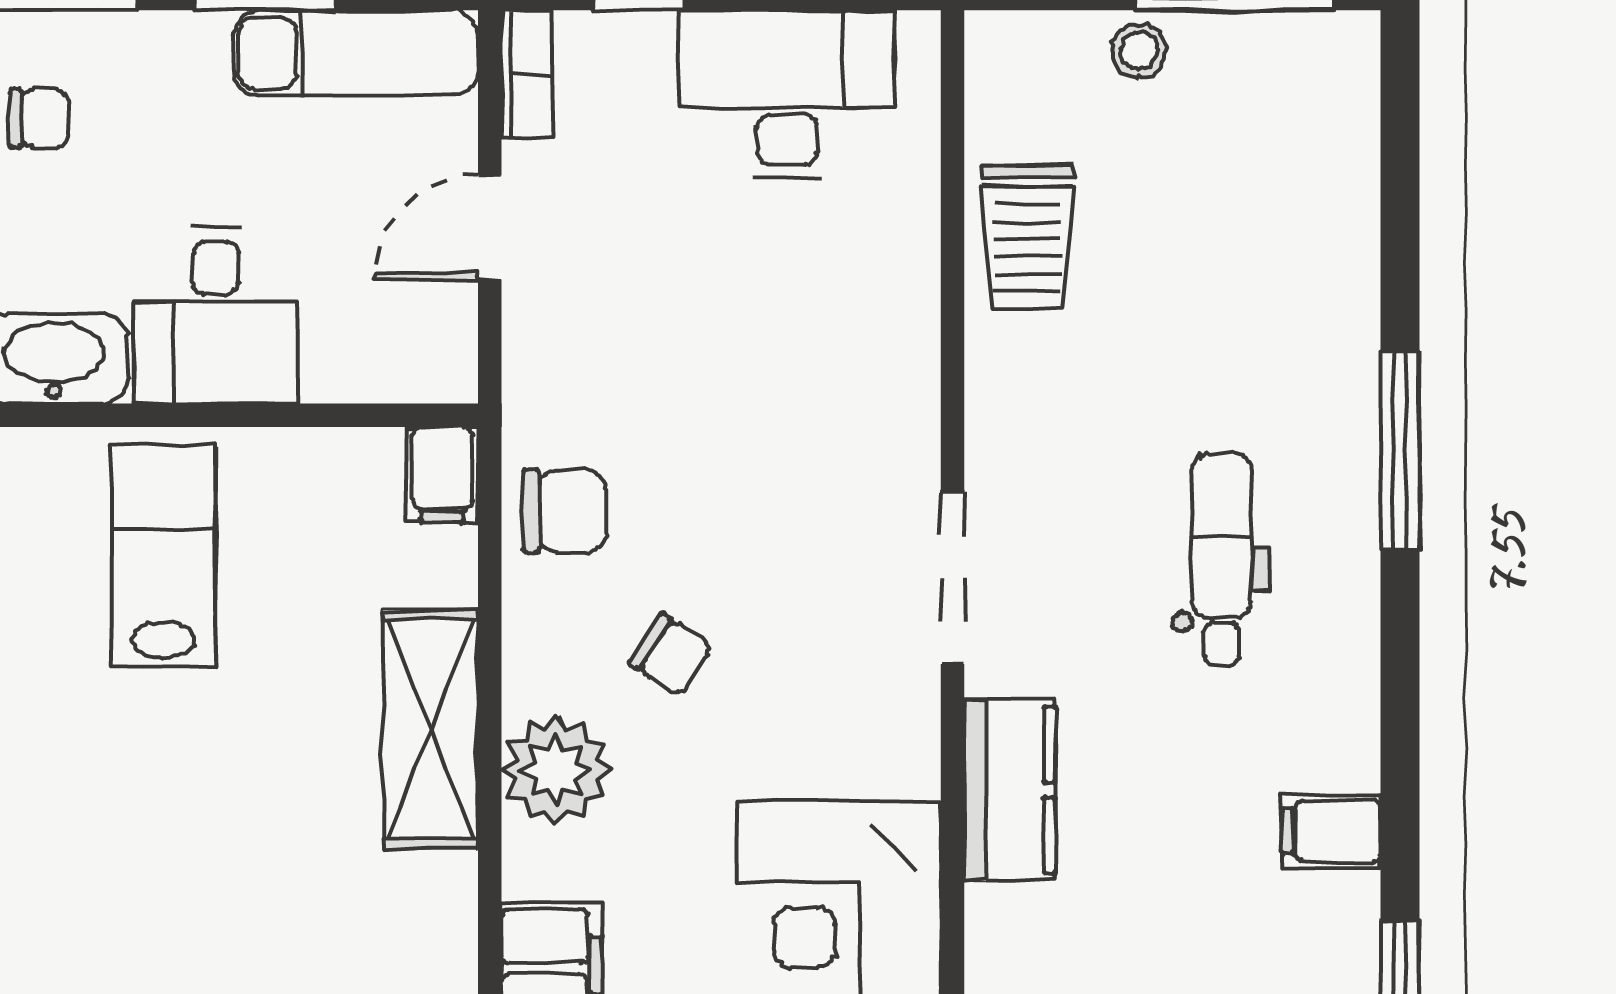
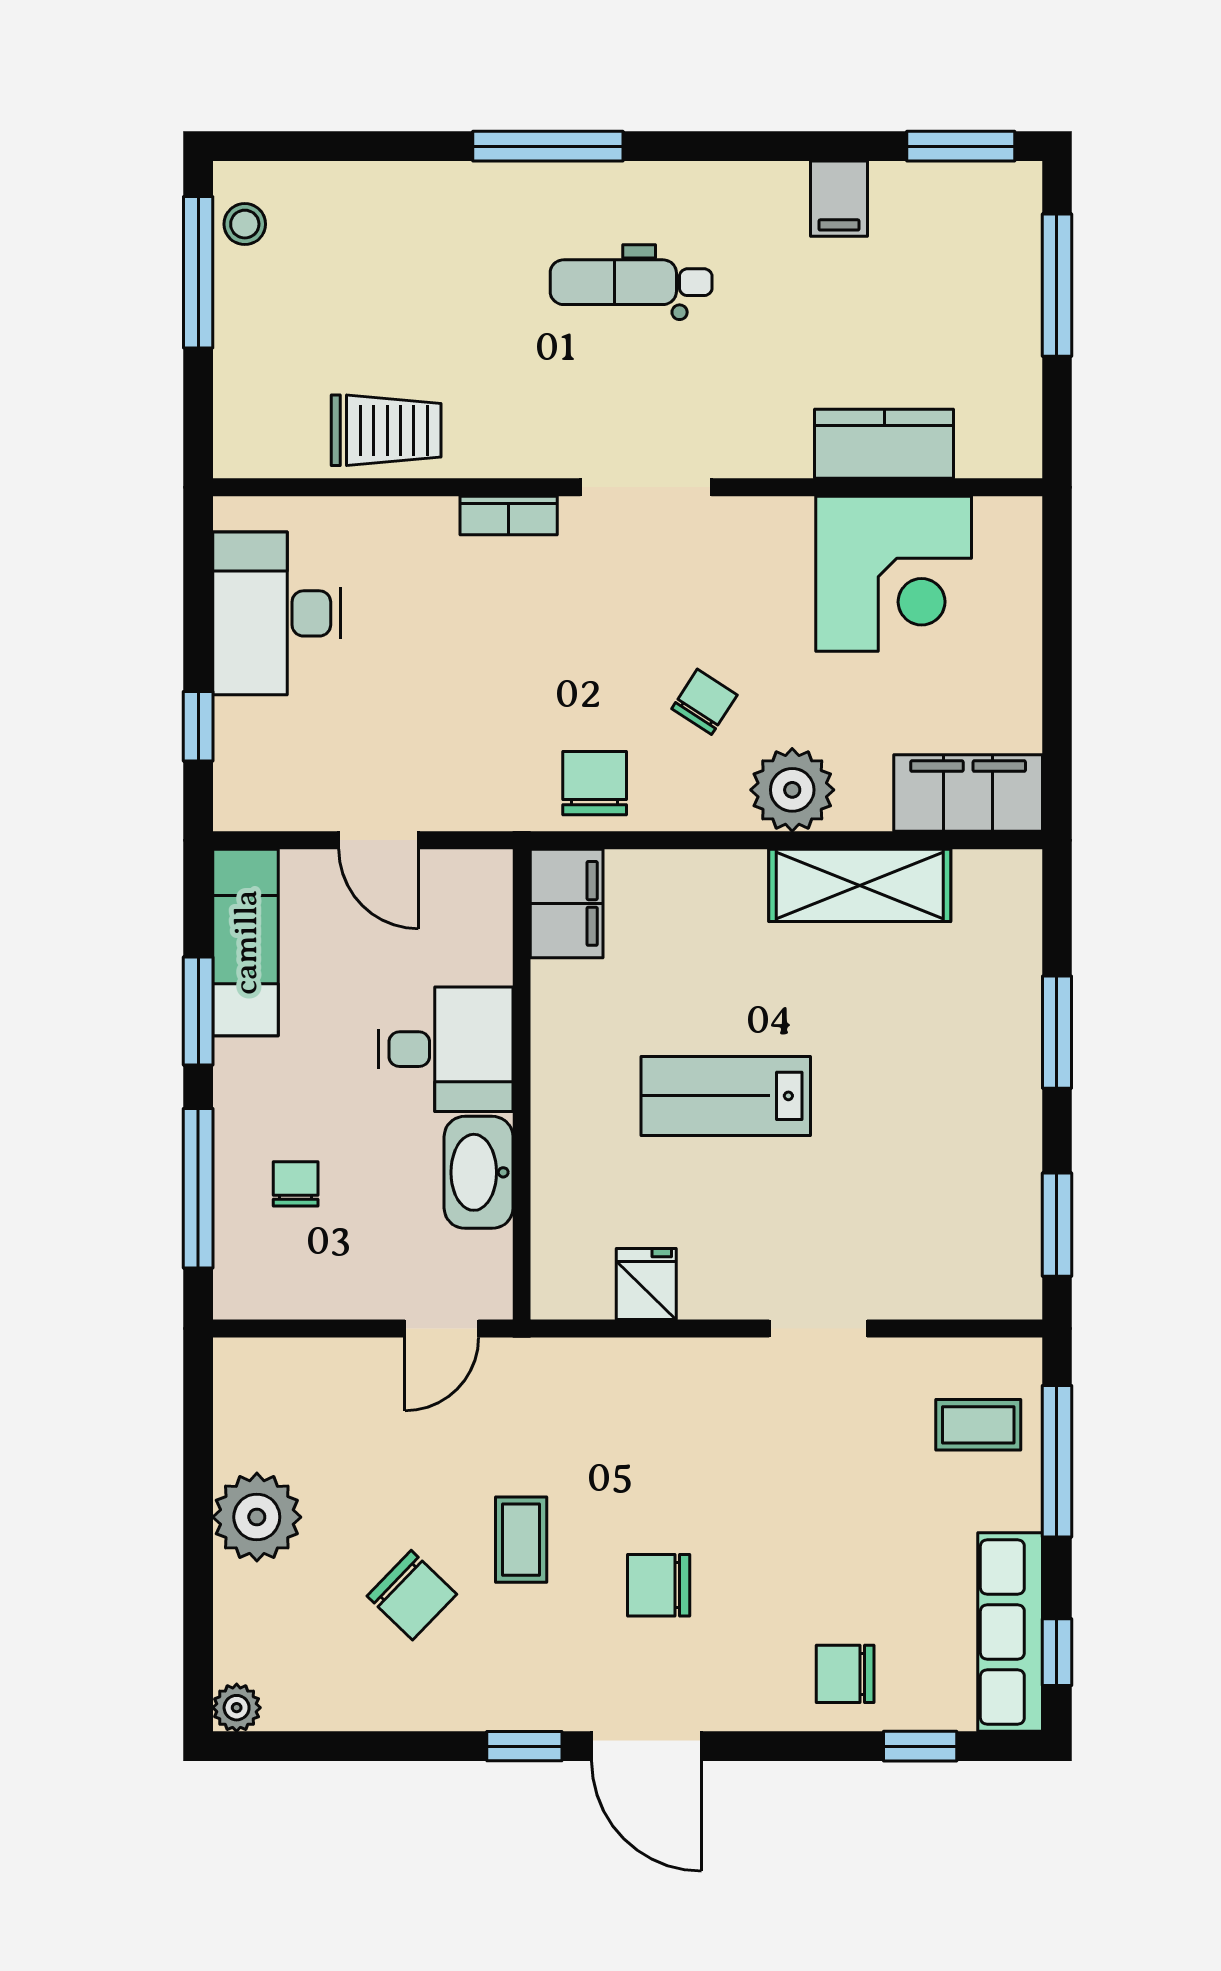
stool: (1139, 50) -> (245, 224), moved
bookcase: (527, 74) -> (509, 516), moved, turned 180
filing cabinet: (442, 474) -> (567, 903), width x2.00
lab bench: (164, 555) -> (726, 1096), moved
shelving: (431, 729) -> (860, 885), moved
kitchen counter: (1010, 790) -> (884, 444), moved

